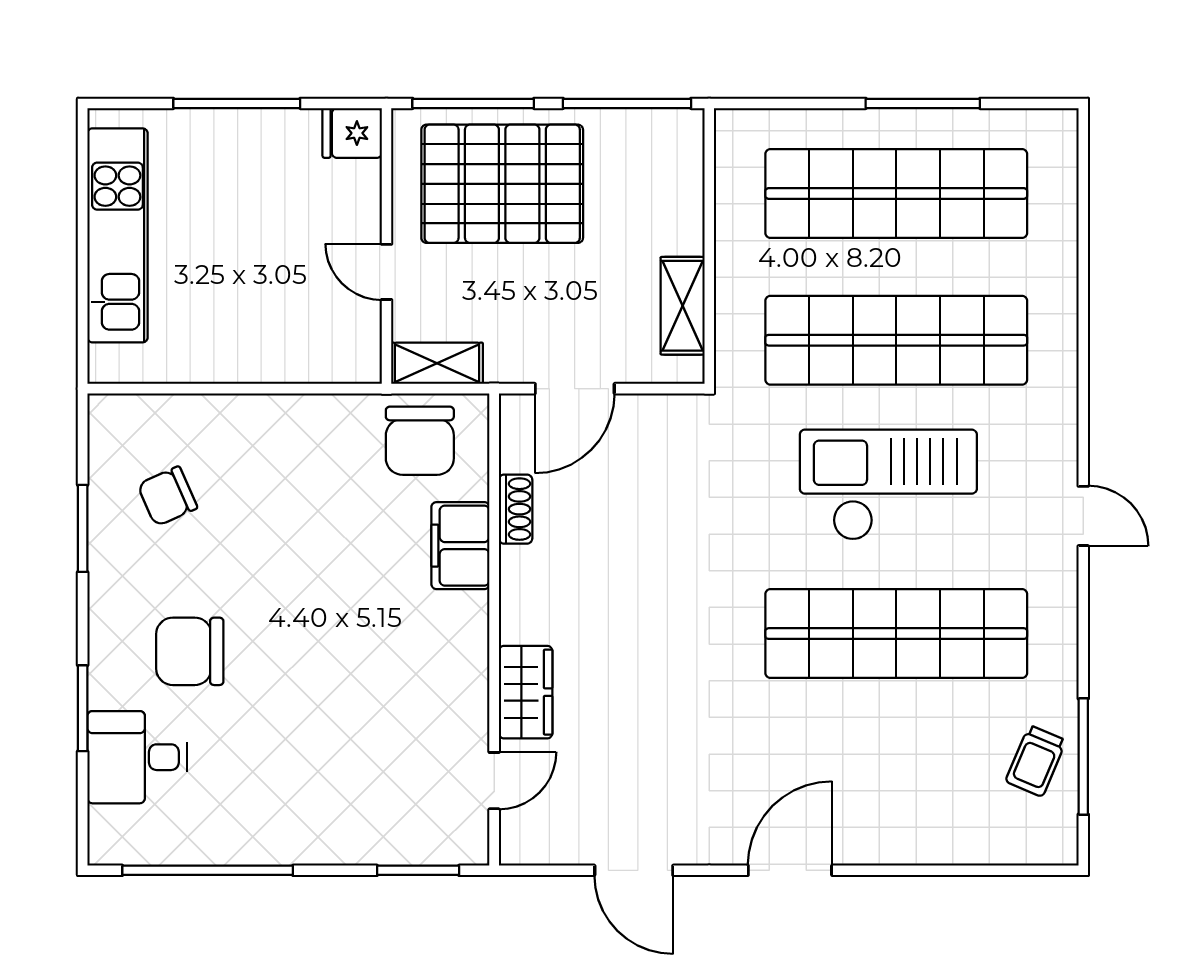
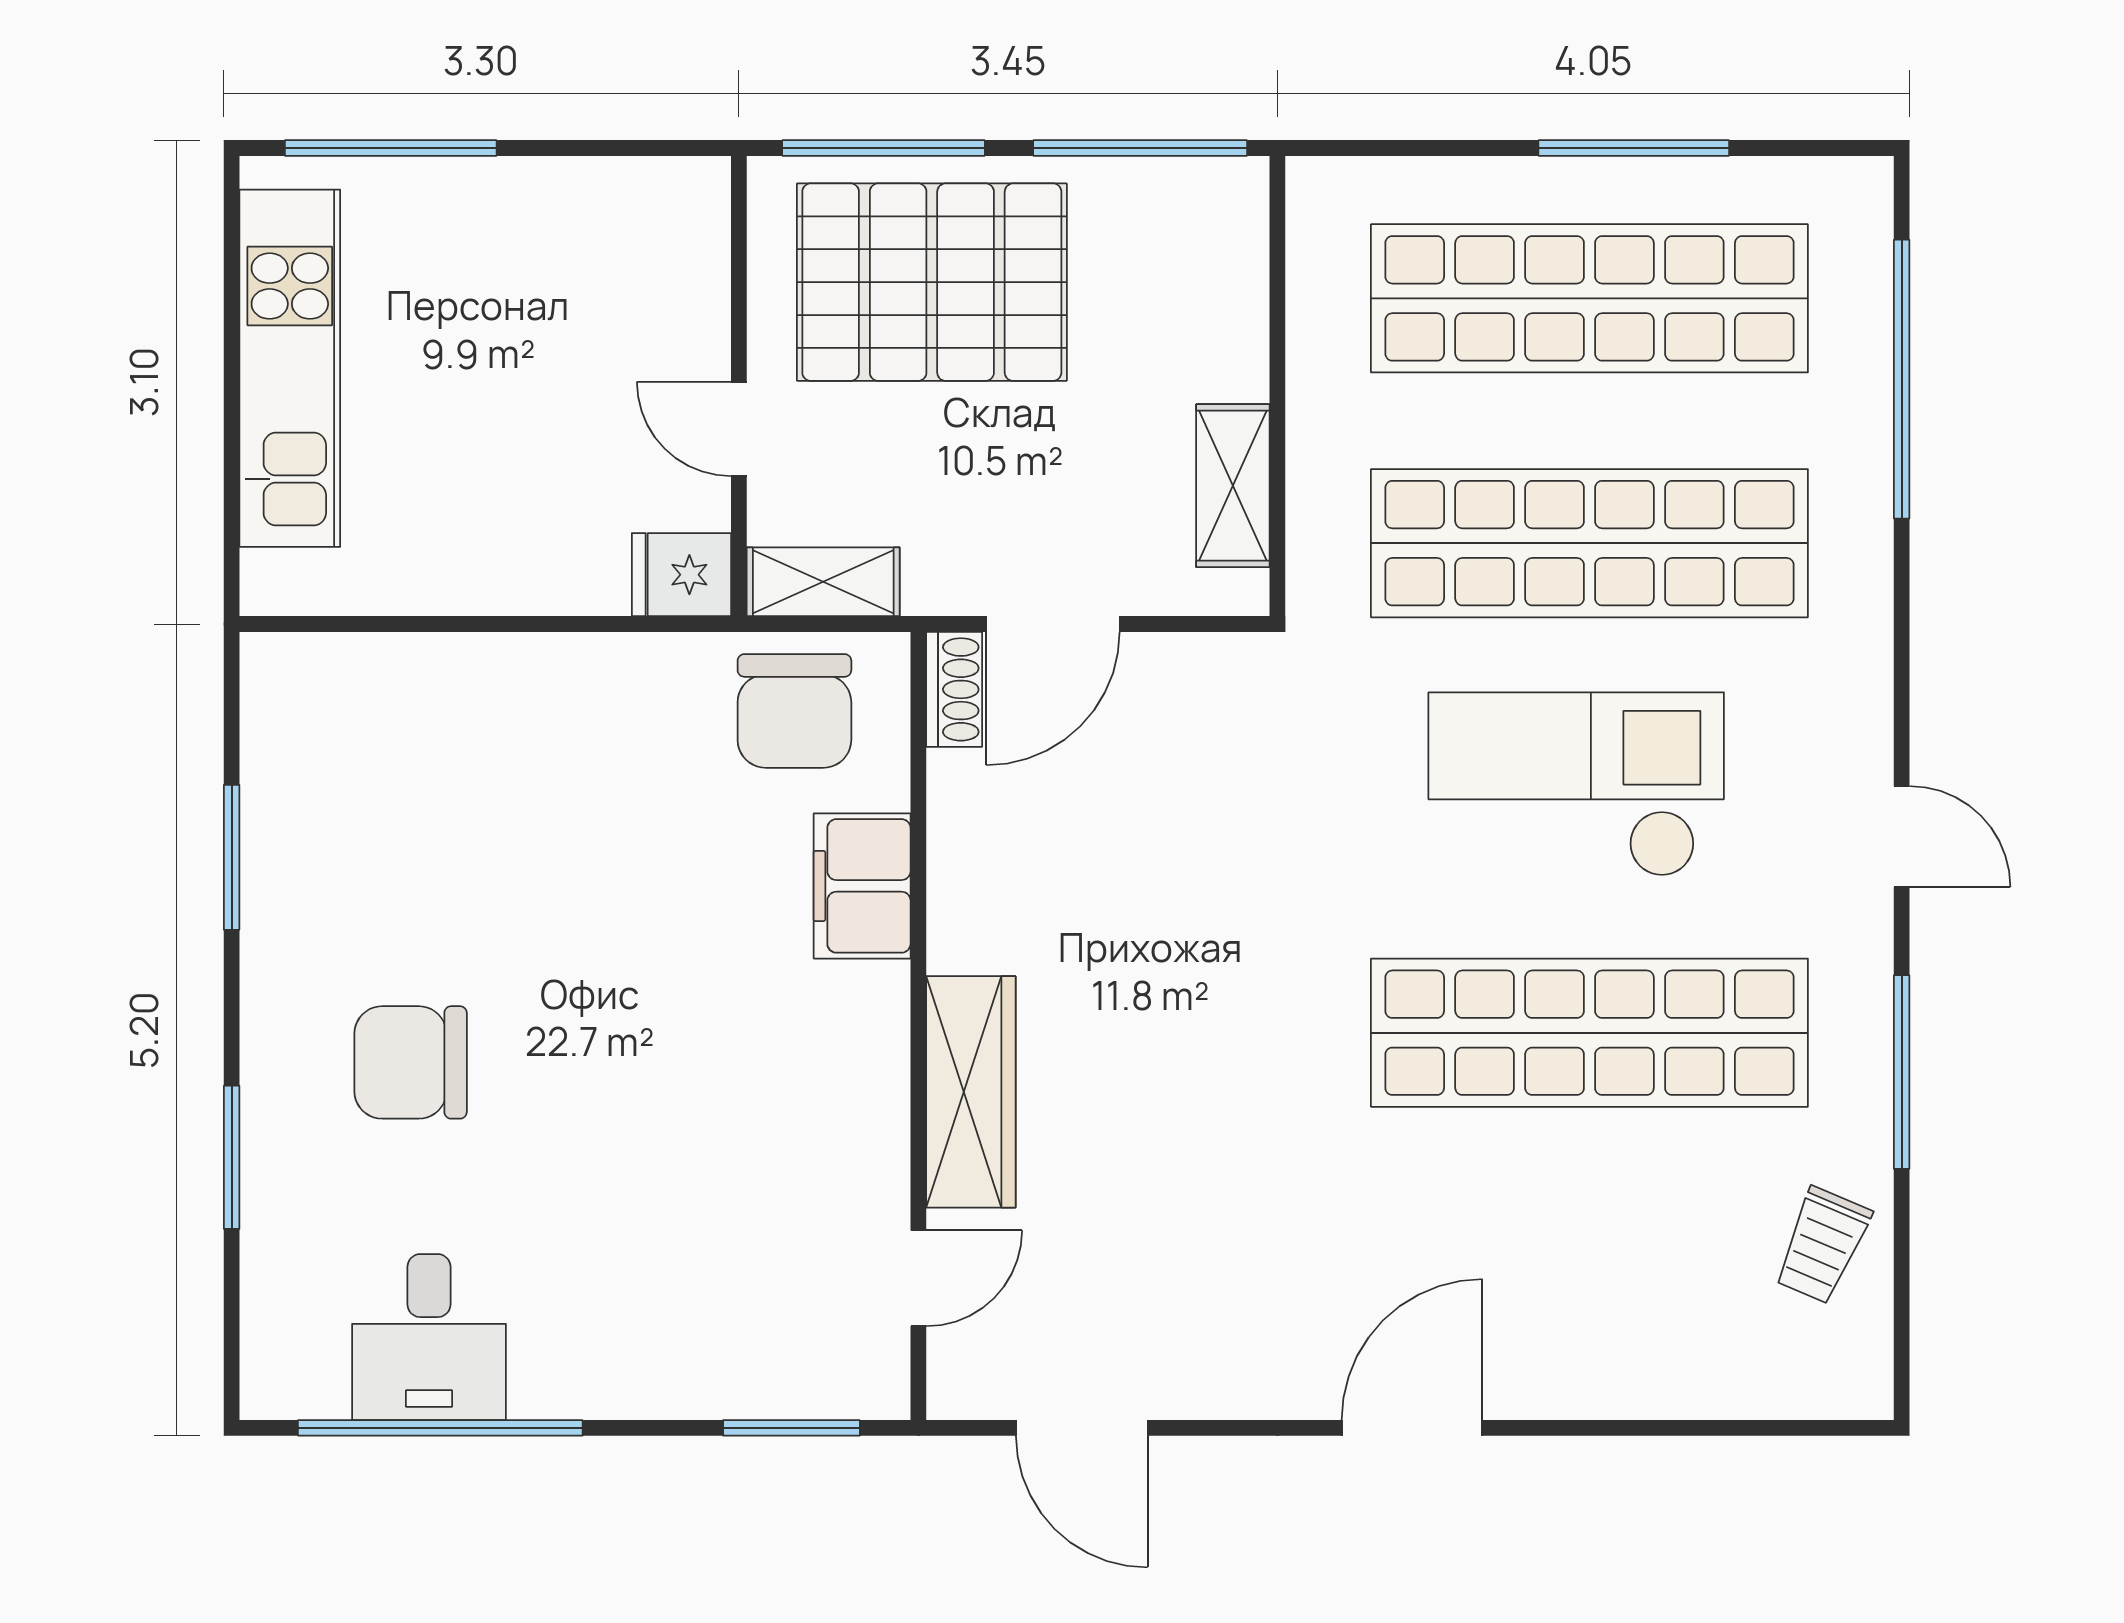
window: (237, 103) -> (391, 148), moved
fridge: (352, 133) -> (681, 575), moved
window: (1083, 242) -> (1902, 379), added
chair: (167, 496) -> (373, 804), removed
shoe rack: (516, 509) -> (954, 689), moved
wardrobe: (526, 692) -> (971, 1092), width x1.50
window: (1083, 756) -> (1902, 1072), moved
desk: (137, 757) -> (429, 1337), moved, turned -90
door: (634, 870) -> (1082, 1428), moved

